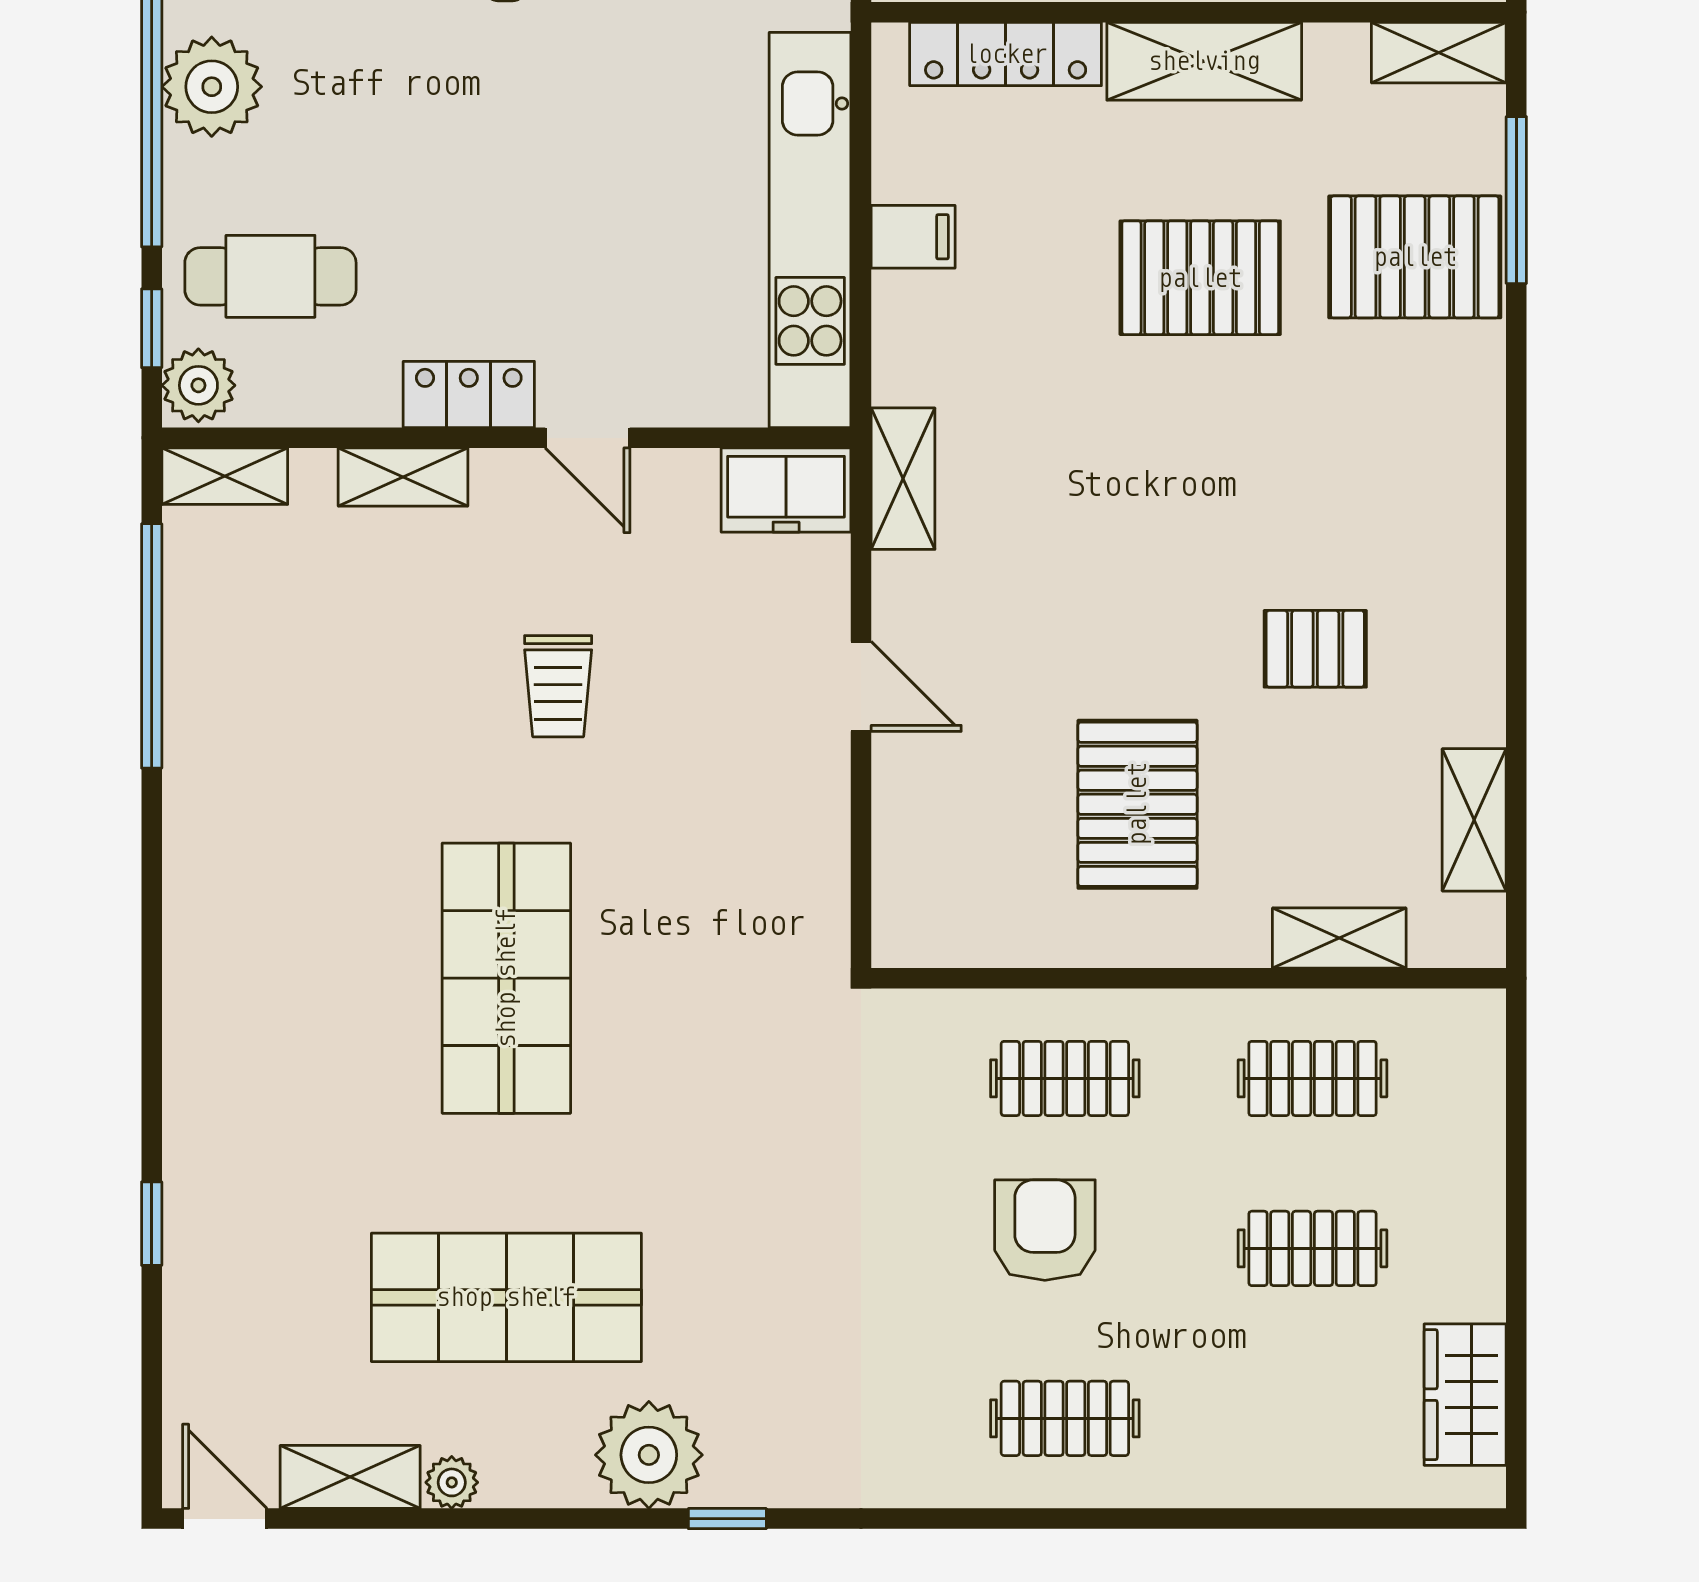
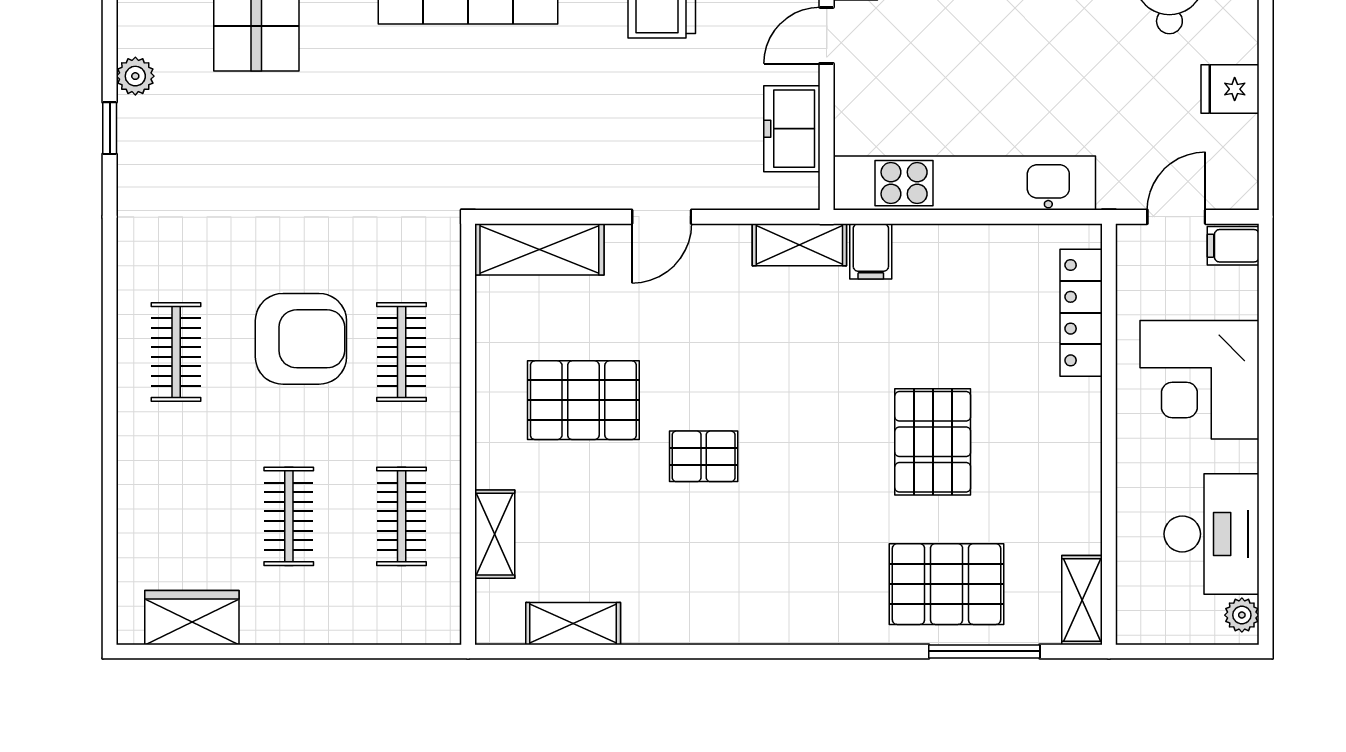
shelving: (1204, 61) -> (539, 249), moved, turned 90
filing cabinet: (913, 237) -> (871, 251), moved
pallet: (1415, 257) -> (947, 584), turned 90
freezer: (786, 490) -> (792, 129), moved
pallet: (1315, 649) -> (704, 456), moved, turned 90
armchair: (1045, 1230) -> (301, 339), width x1.36, depth x1.36
plant: (649, 1455) -> (135, 76), width x0.53, depth x0.53

